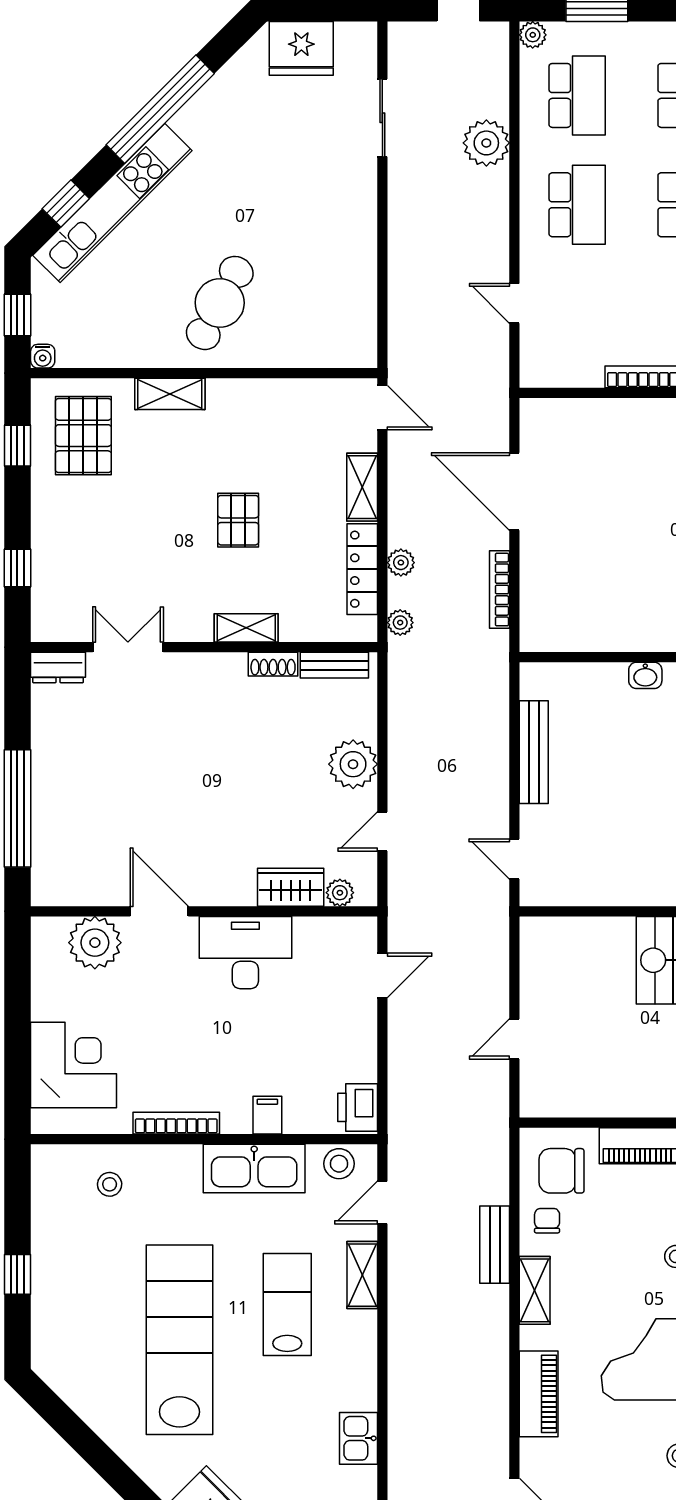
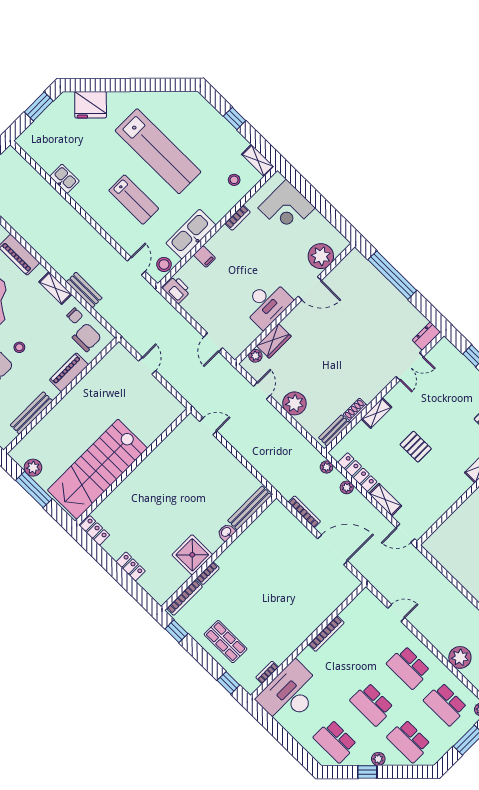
bench: (534, 752) -> (250, 508), moved, turned 90
bookcase: (176, 1123) -> (238, 218), width x0.64
shelving: (362, 1275) -> (258, 160), moved

